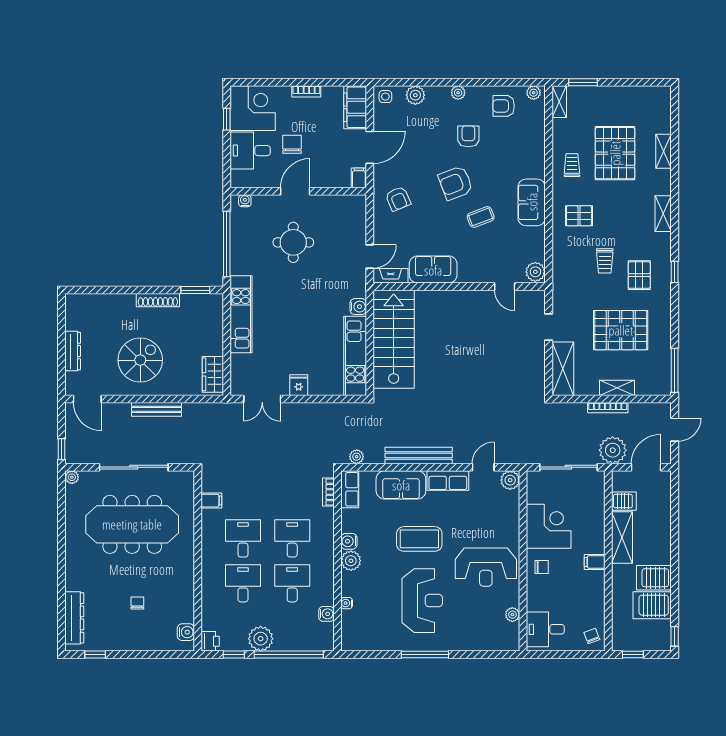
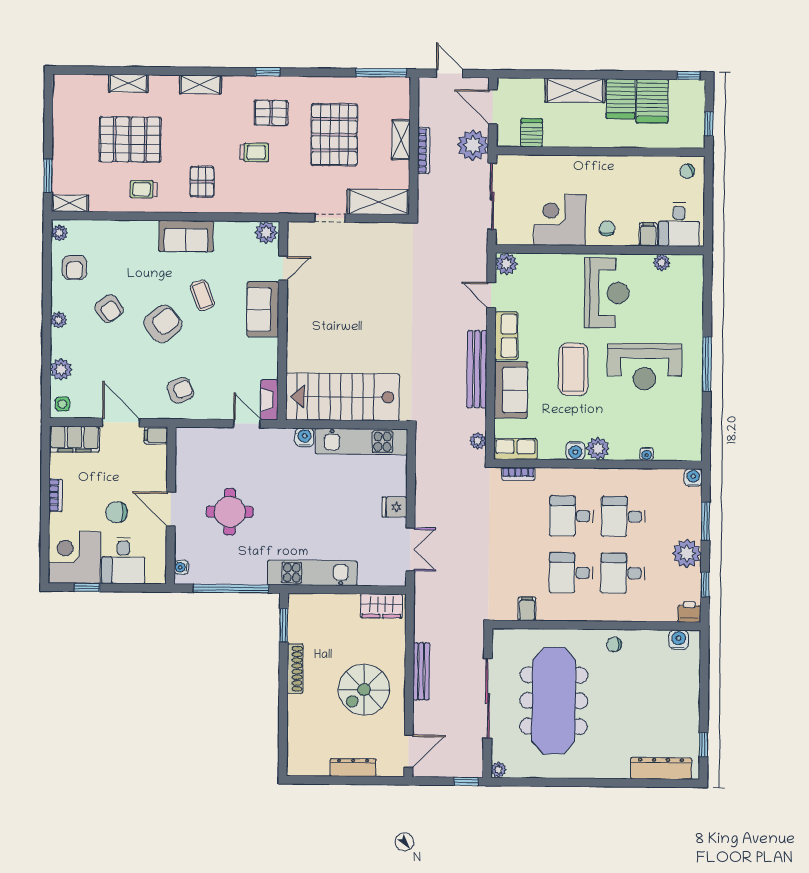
armchair: (468, 136) -> (109, 309), turned -126
armchair: (456, 183) -> (163, 324), turned -109
sofa: (433, 270) -> (263, 309), moved
spiral stairs: (140, 360) -> (364, 690), turned -90
shelving: (622, 538) -> (575, 90), moved
filing cabinet: (595, 562) -> (648, 234), moved, turned 180
reception desk: (422, 601) -> (645, 367), turned 180
chair: (137, 603) -> (614, 644), moved
water cooler: (326, 614) -> (693, 478), moved
window: (289, 655) -> (706, 521), width x0.47

